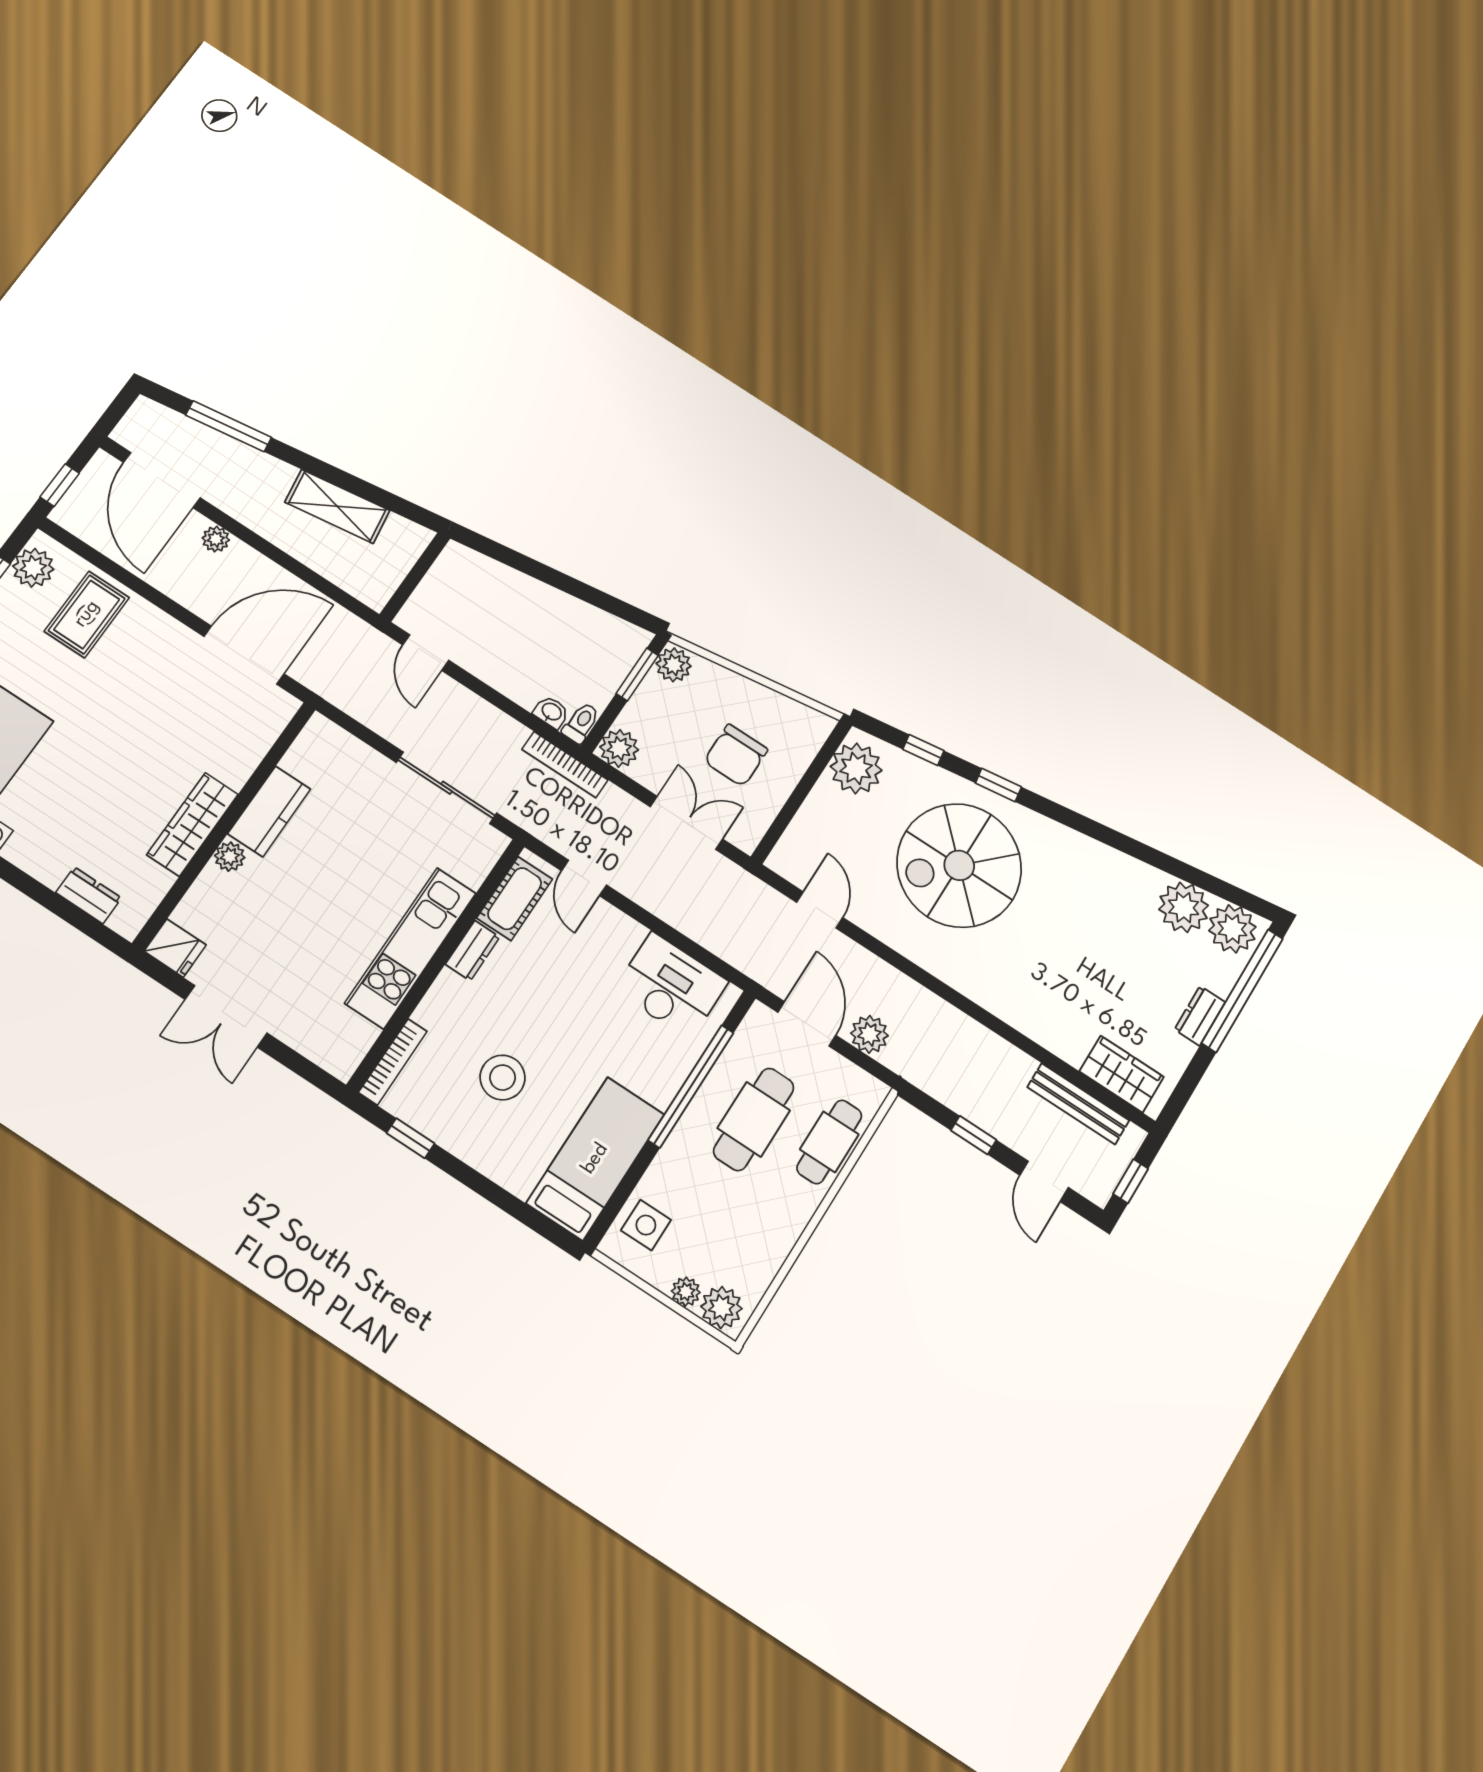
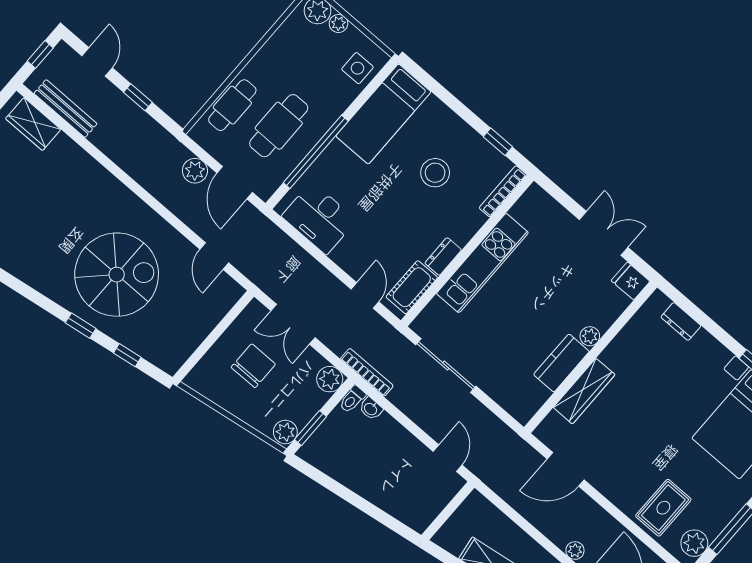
door: (244, 655) -> (566, 469), width x0.73
plant: (856, 768) -> (175, 348), removed
wardrobe: (192, 824) -> (584, 391), moved

